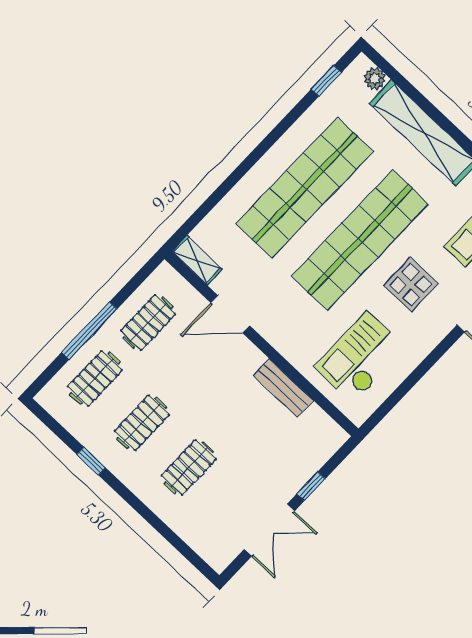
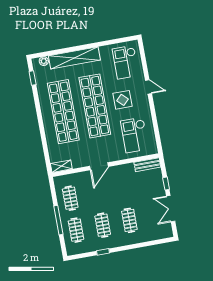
door: (230, 314) -> (99, 166), moved
bench: (283, 388) -> (147, 165), moved
double door: (269, 530) -> (171, 209), swing flipped

